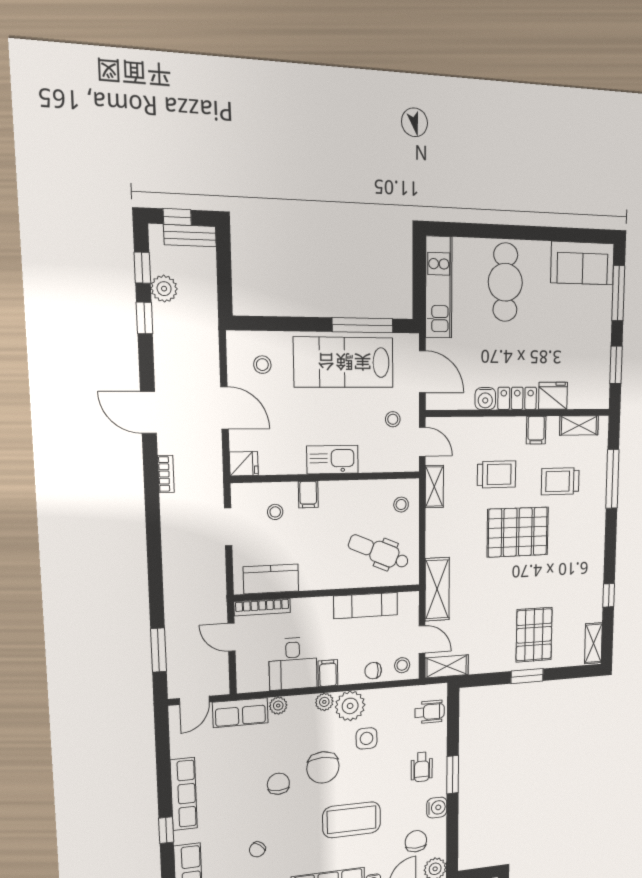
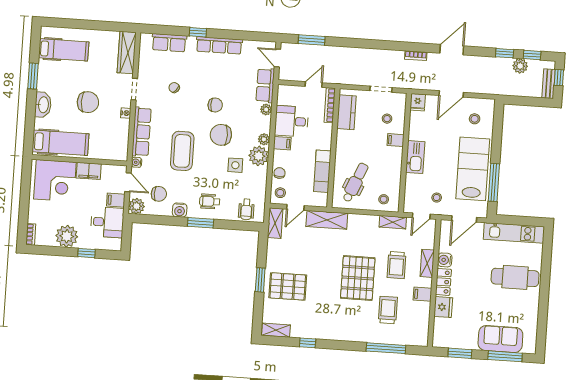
sofa: (583, 263) -> (500, 339), moved, turned 90
shelving: (579, 425) -> (427, 263), moved

